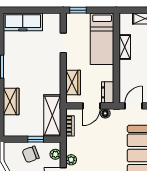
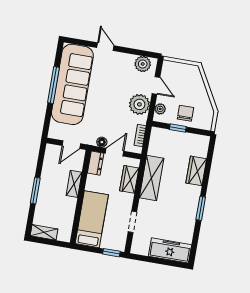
shelving: (125, 47) -> (74, 184), moved
shelving: (52, 116) -> (152, 178), moved
chair: (31, 154) -> (185, 113), turned -69
plant: (71, 160) -> (139, 104), width x1.88, depth x1.88

